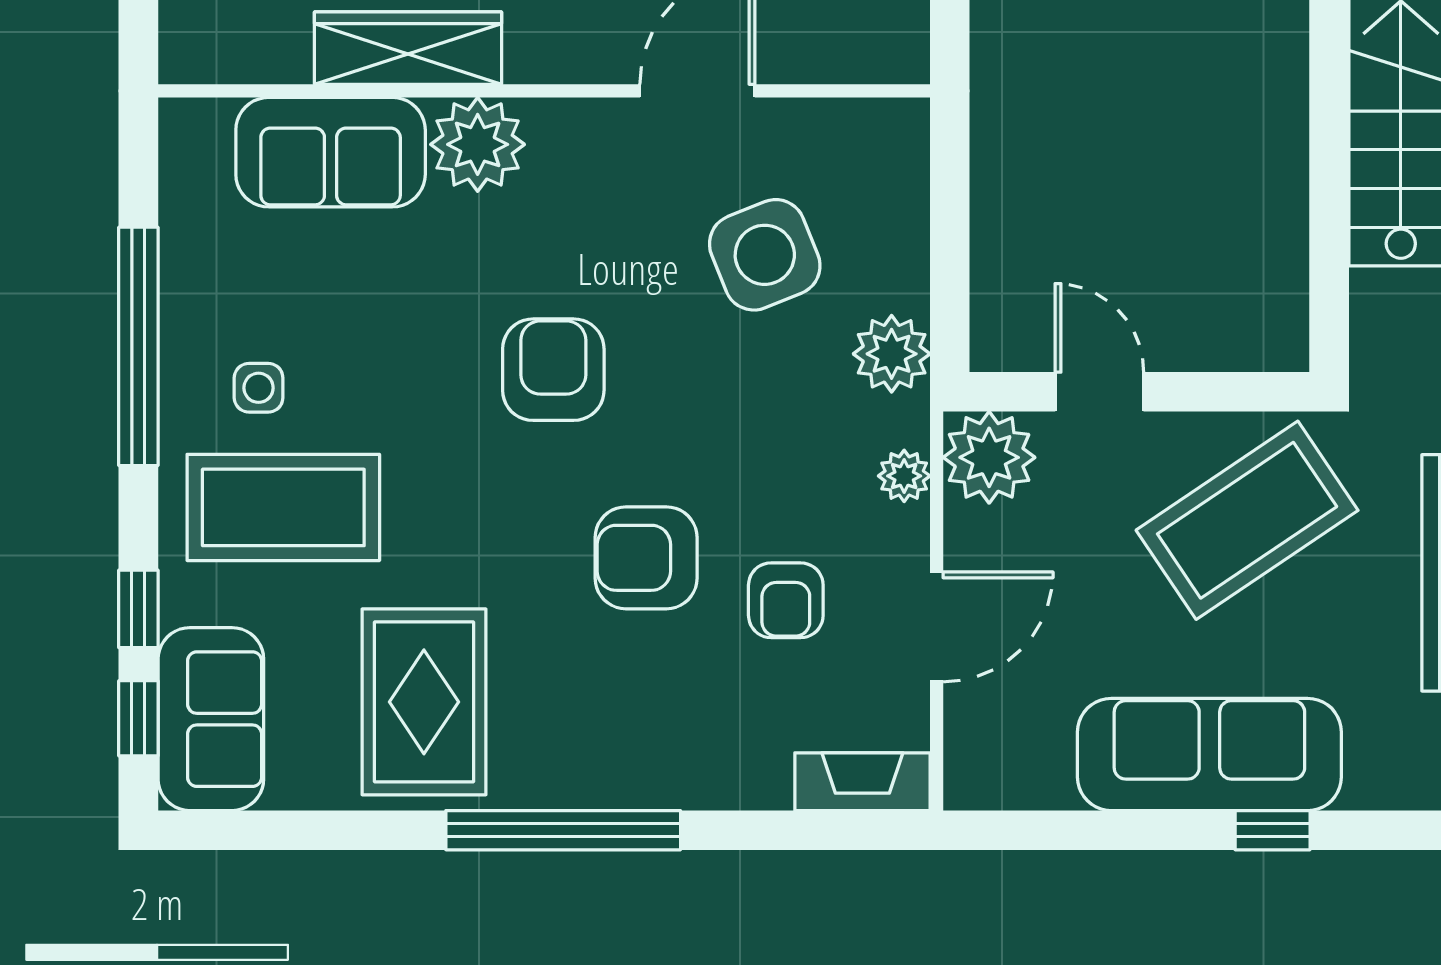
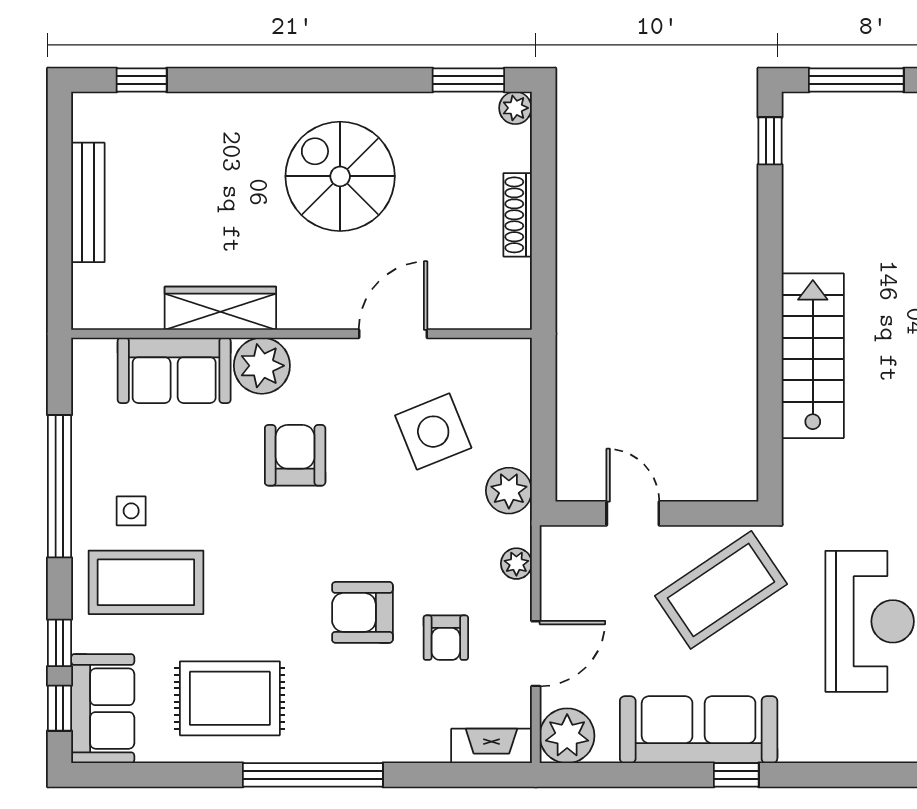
armchair: (553, 370) -> (295, 455), moved
plant: (989, 457) -> (567, 736), moved
rug: (424, 702) -> (230, 698), turned 90

